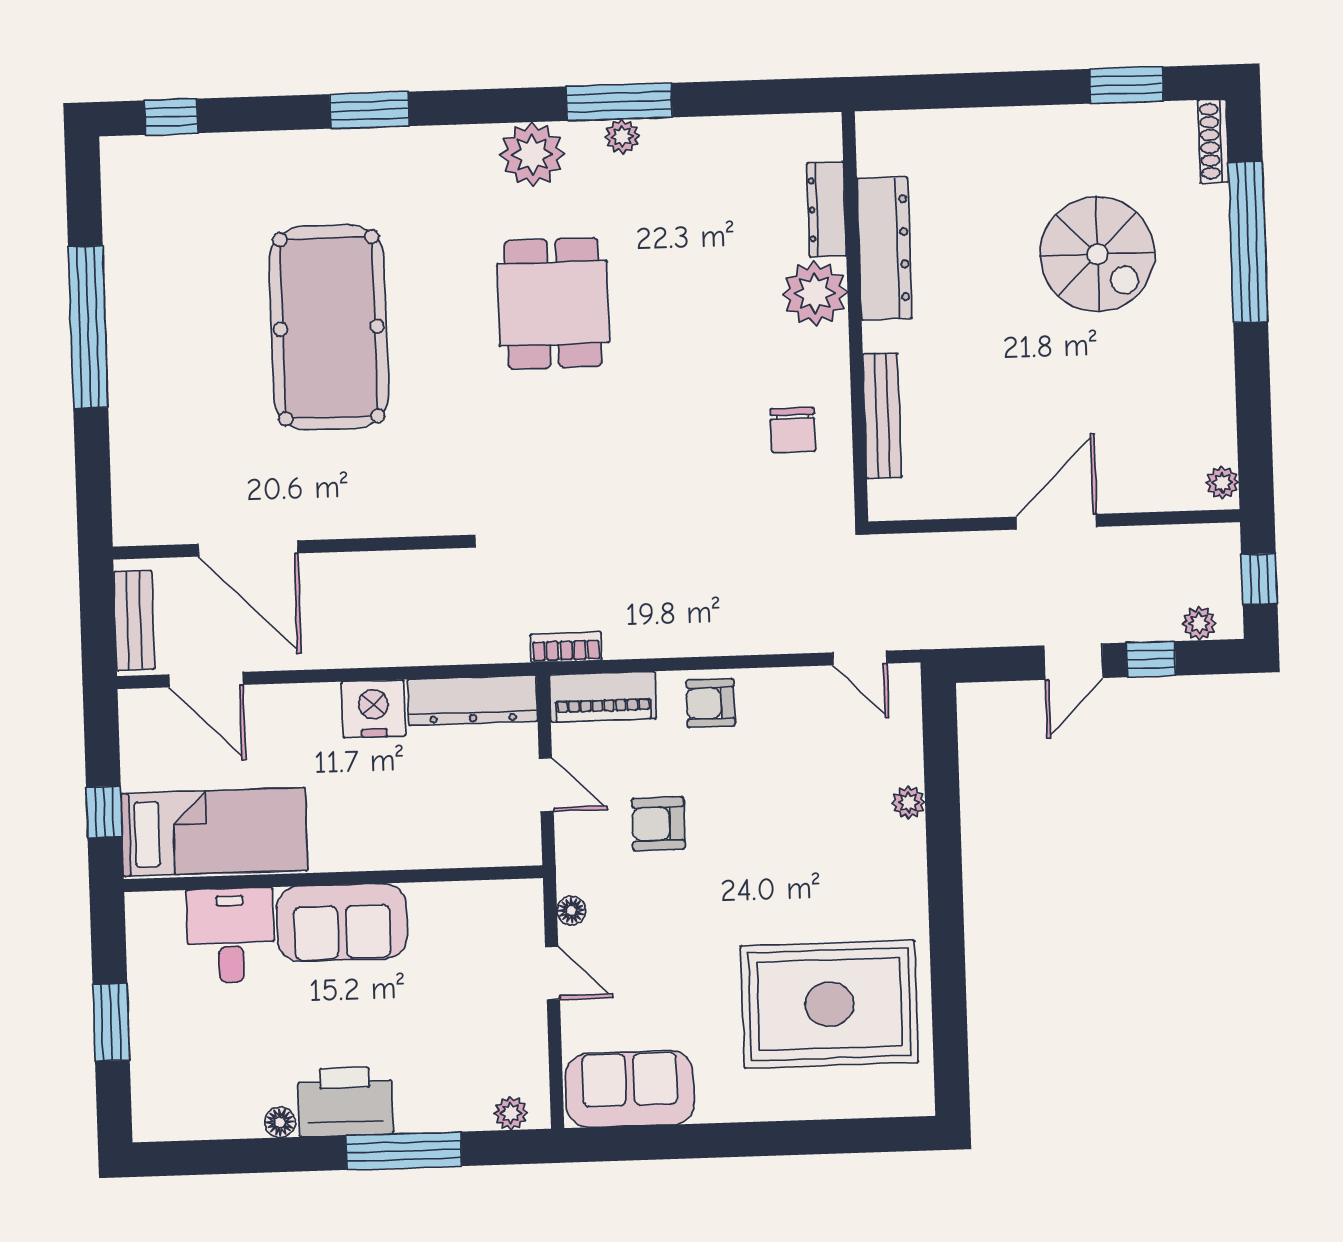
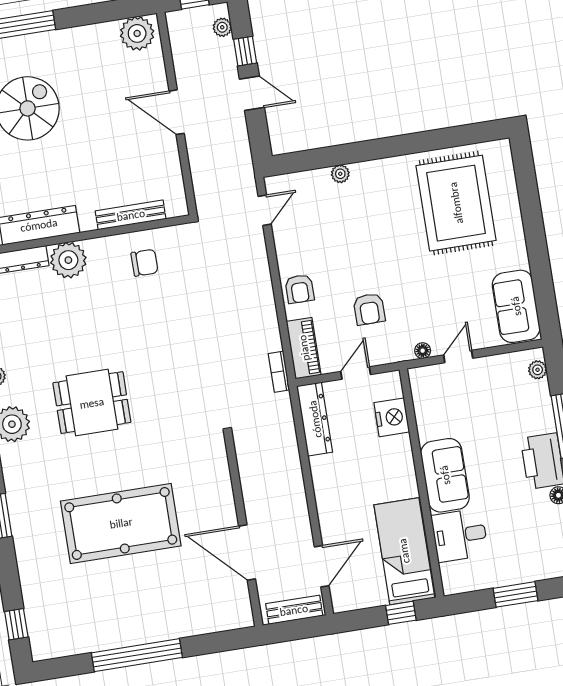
plant: (1222, 482) -> (137, 33), width x1.88, depth x1.88
door: (248, 549) -> (247, 552), swing flipped
nightstand: (374, 709) -> (392, 417), moved, turned 180

